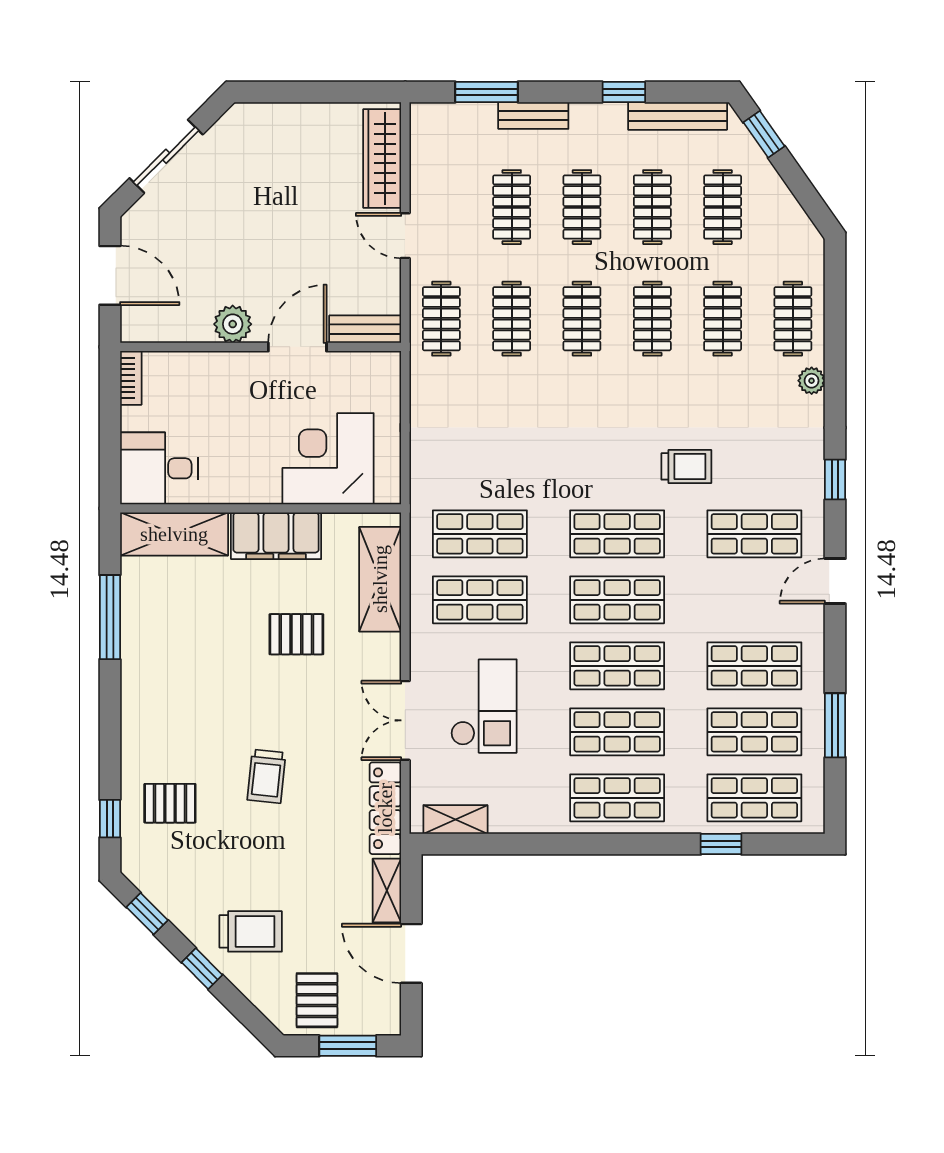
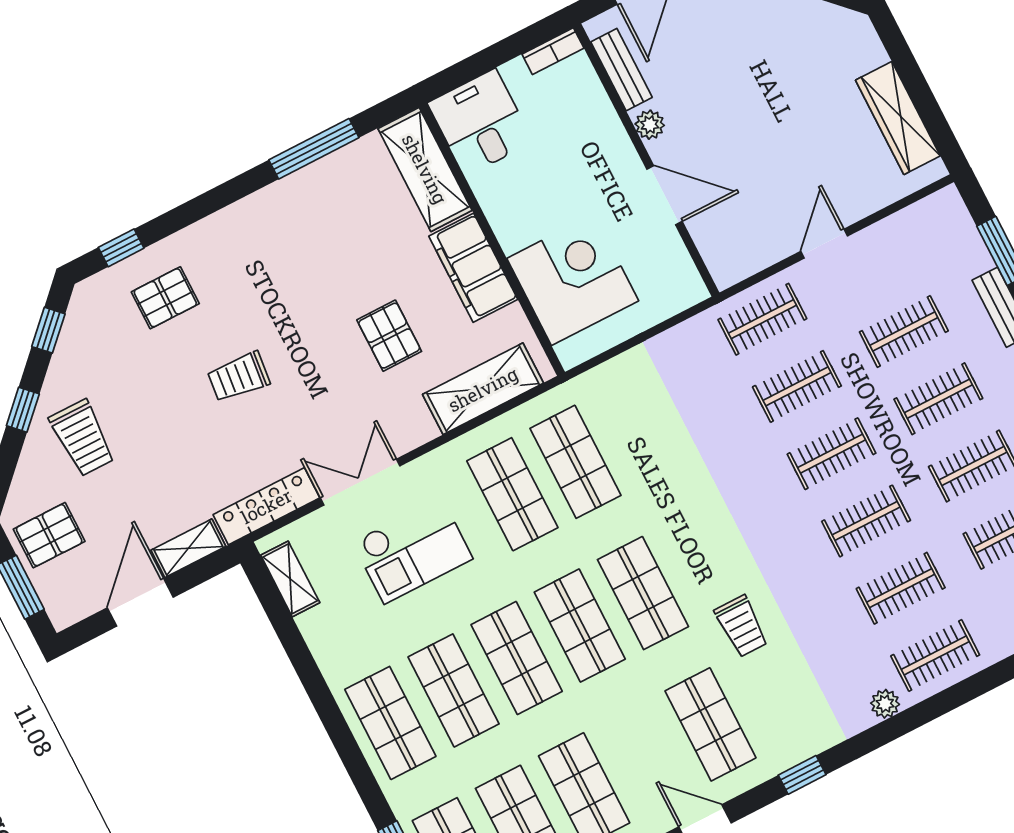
wardrobe: (382, 158) -> (898, 118), moved, turned -90
plant: (233, 324) -> (650, 125), width x0.73, depth x0.73
bench: (365, 329) -> (621, 70), moved
pallet: (170, 803) -> (165, 298), turned 90

